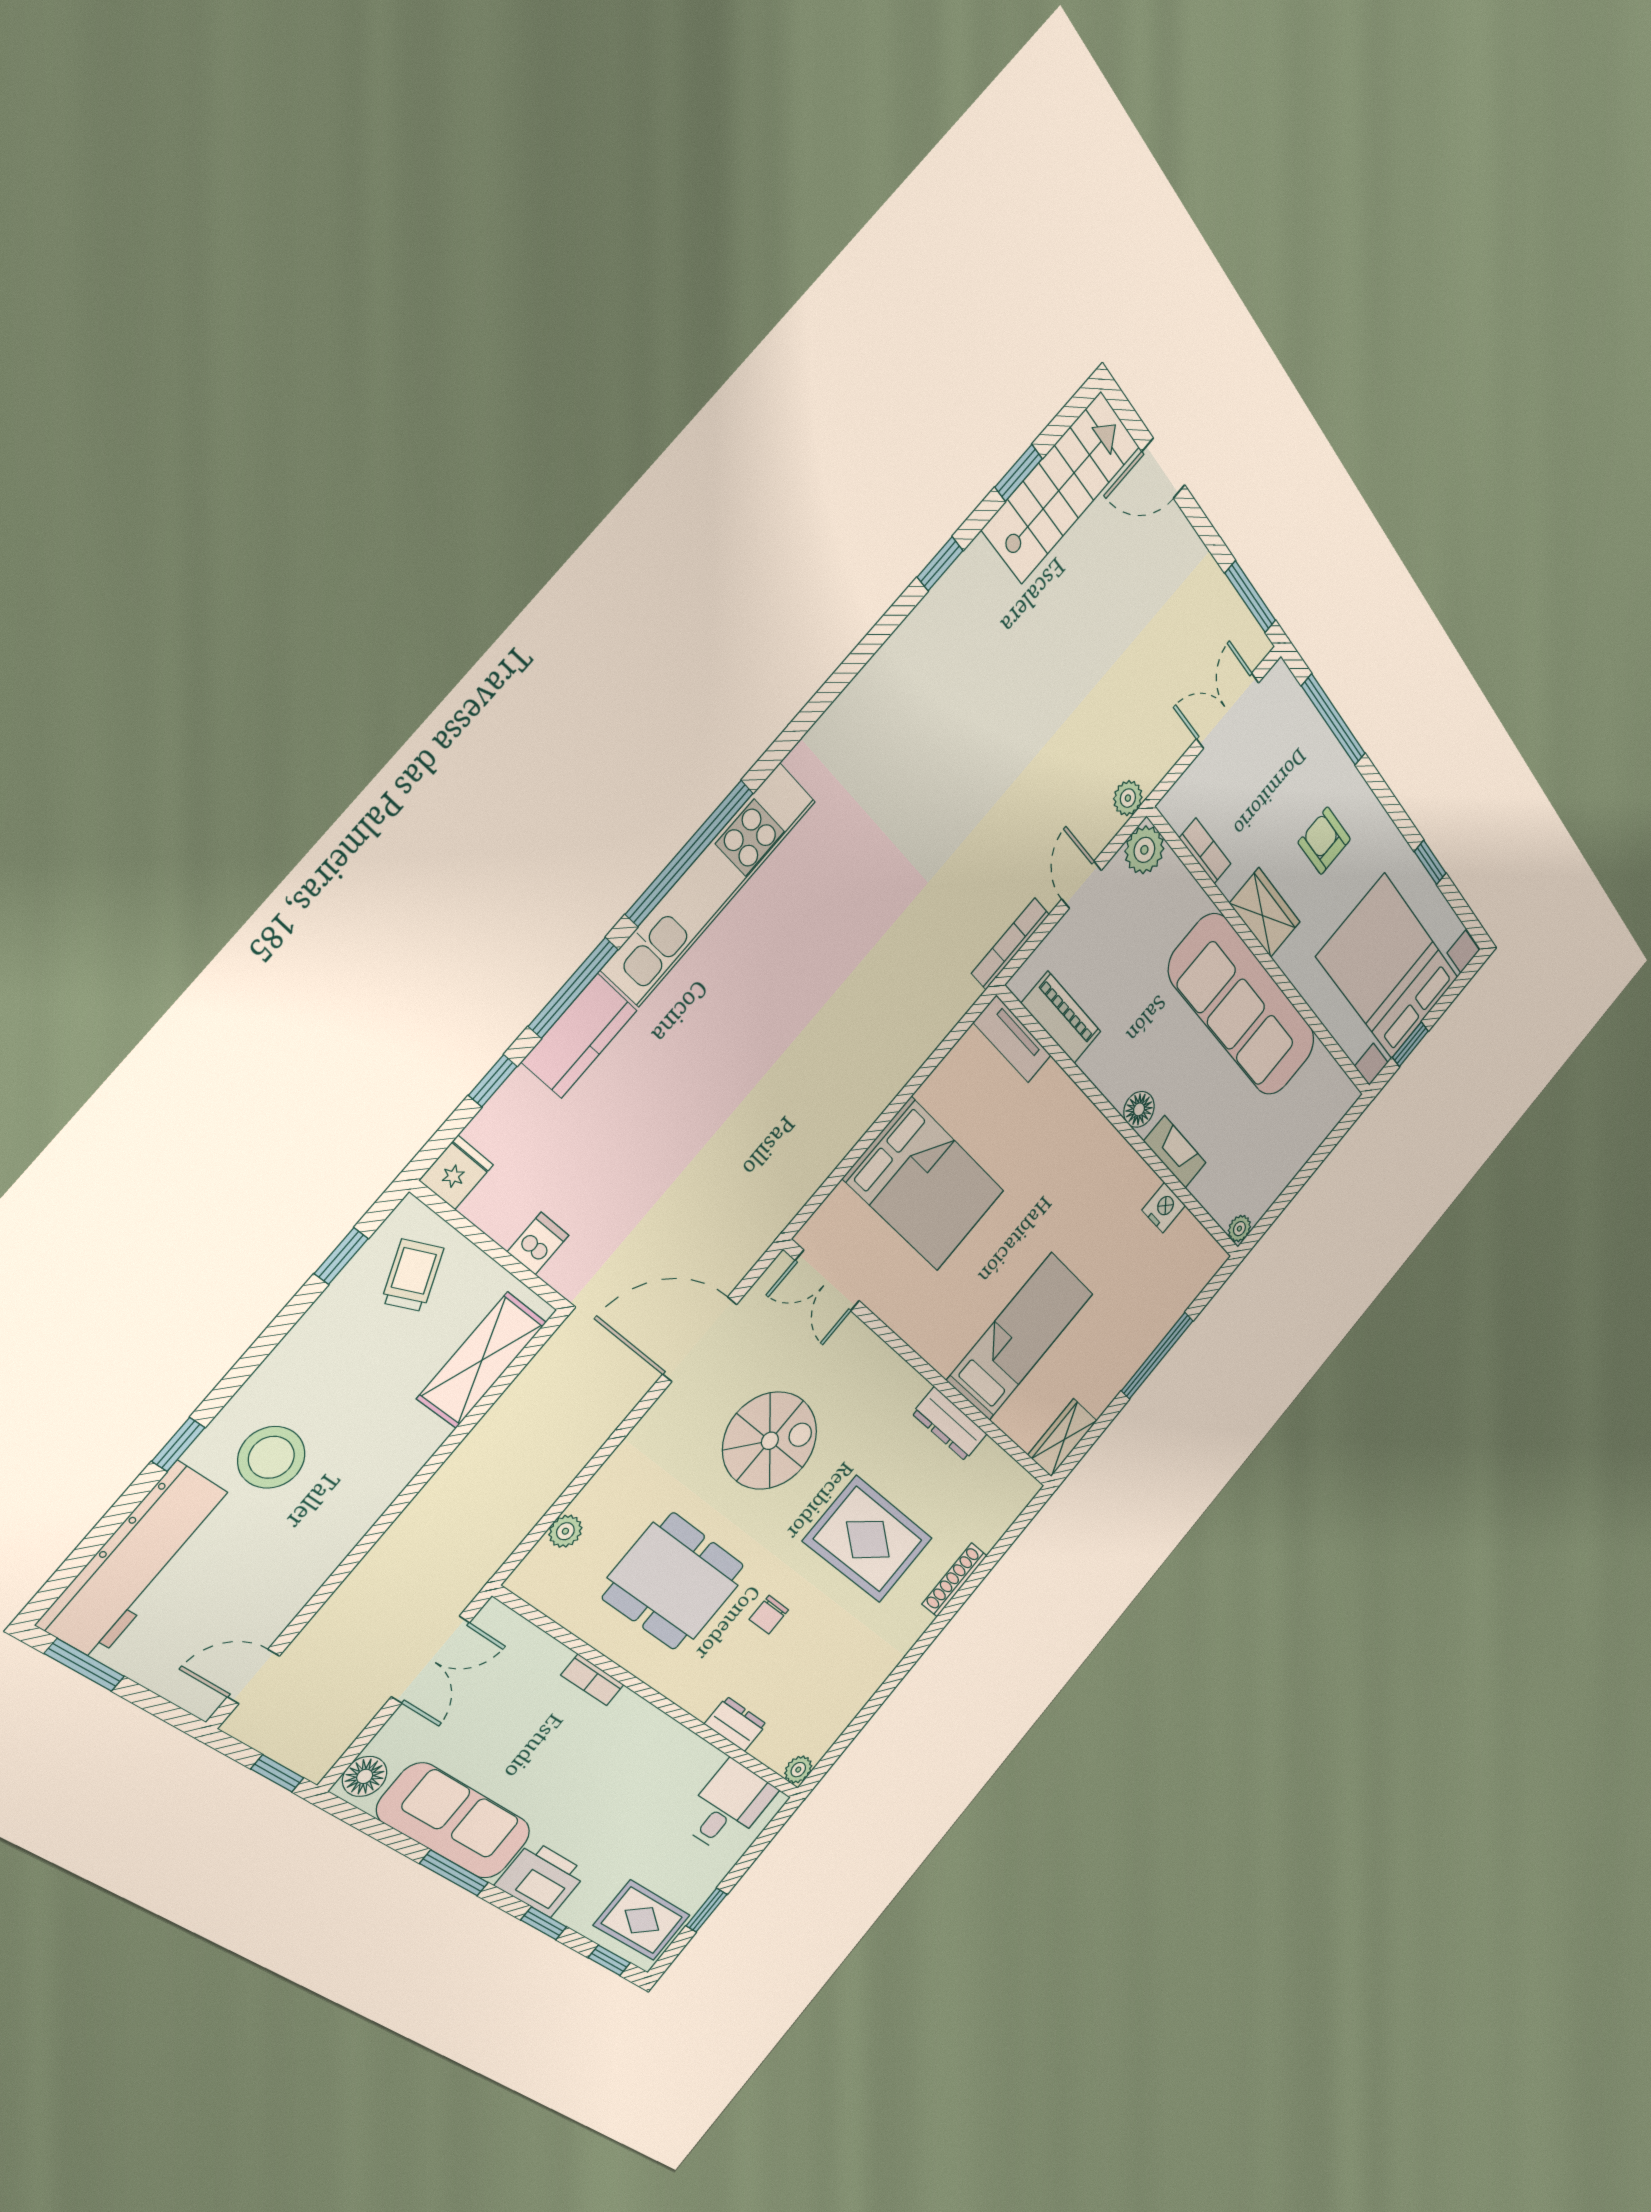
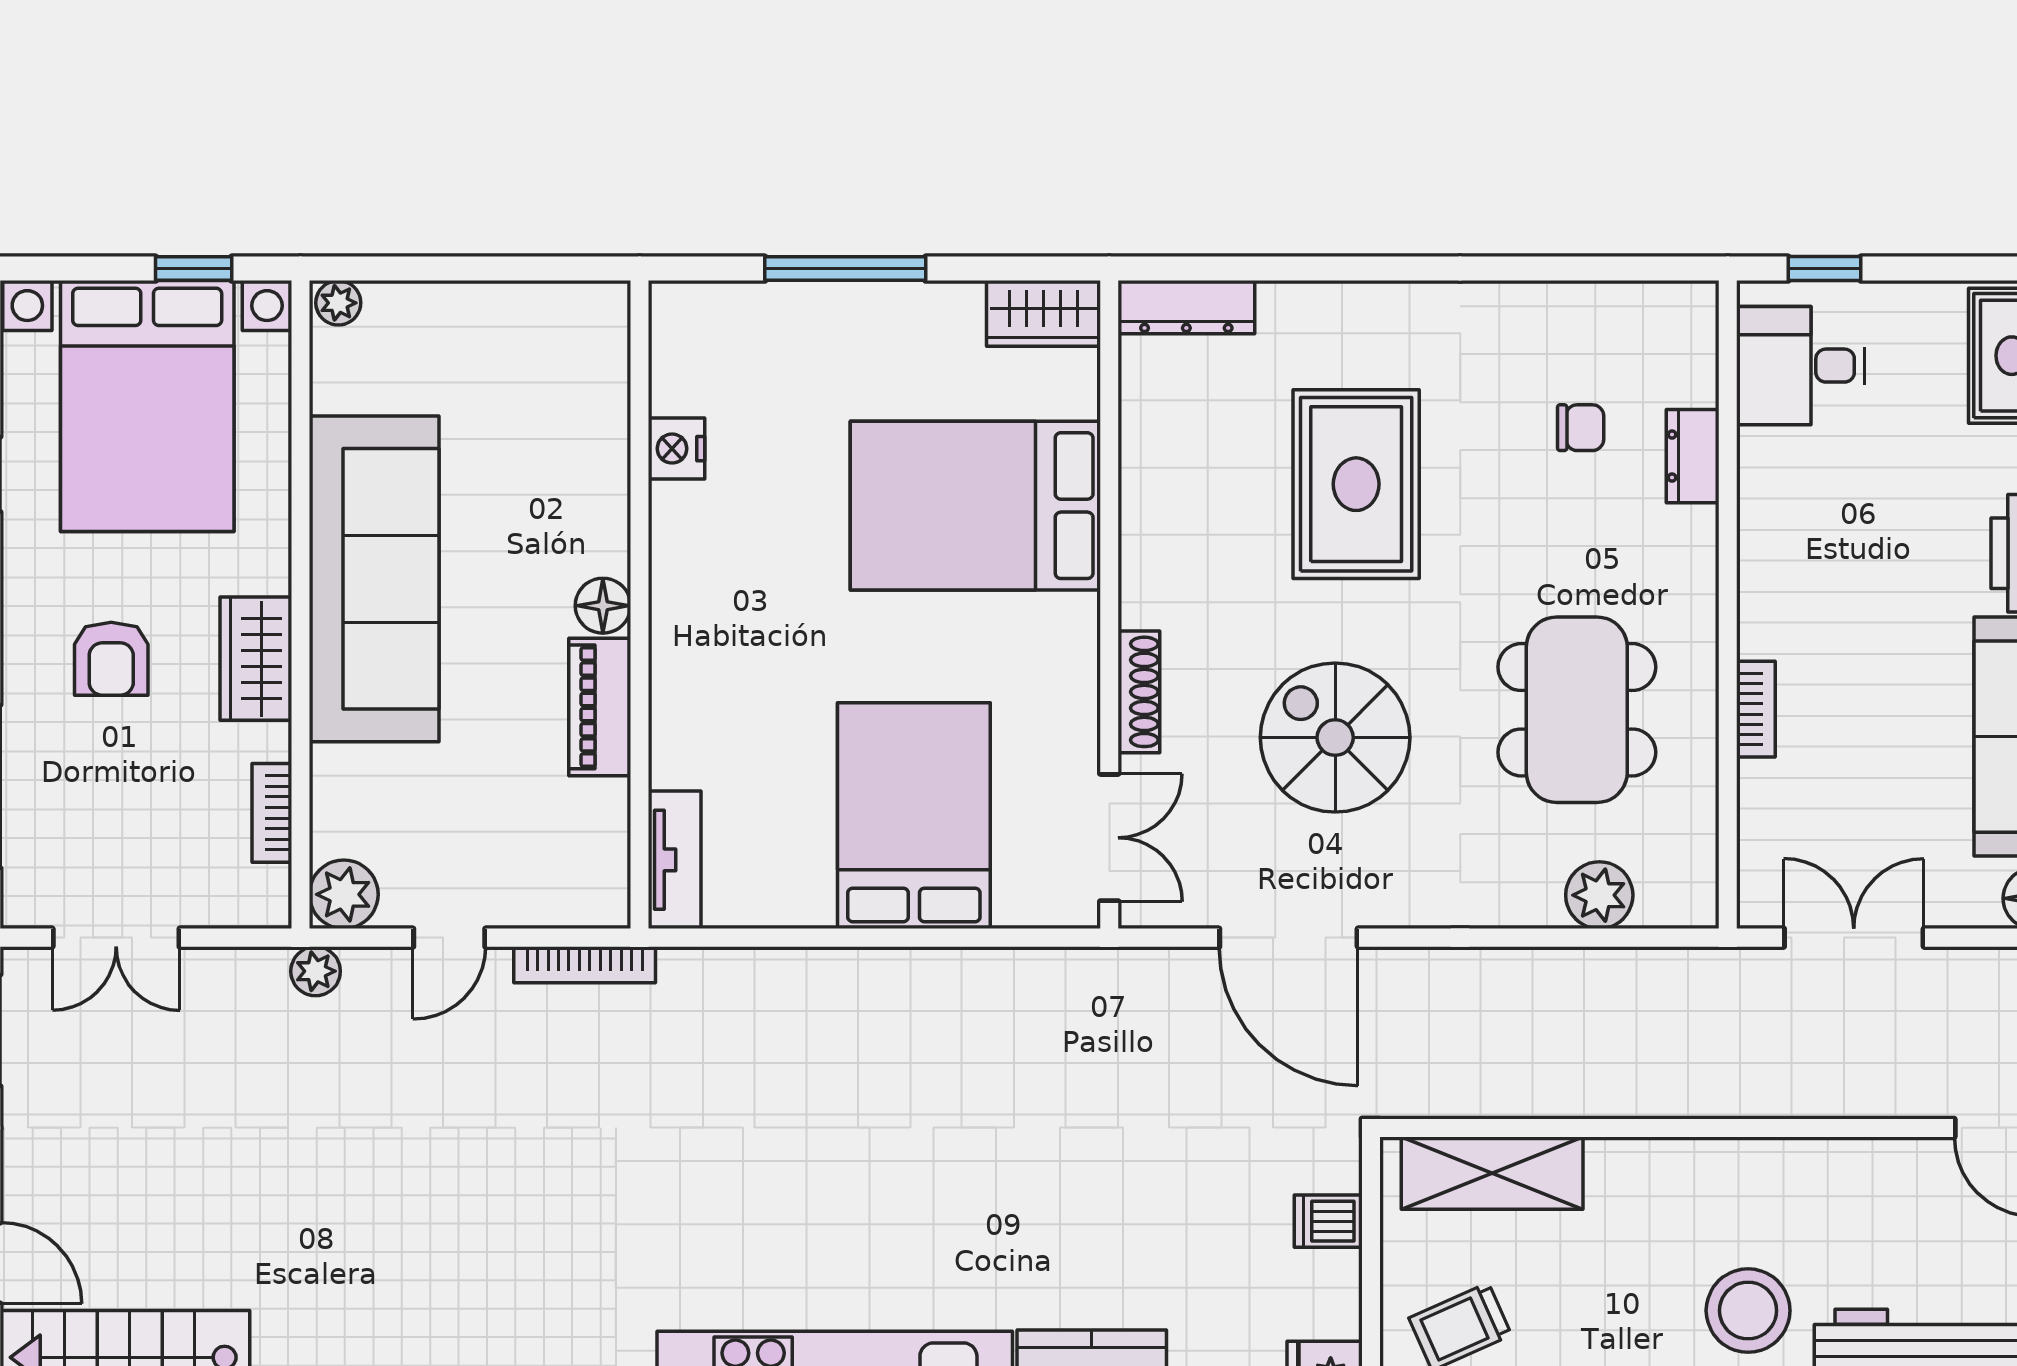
piano: (1061, 1018) -> (600, 707), moved
fireplace: (1175, 1152) -> (605, 501), removed
plant: (1239, 1229) -> (338, 303), moved
bed: (1020, 1337) -> (975, 506), width x1.50
dresser: (950, 1424) -> (1186, 307), moved, turned 90
plant: (565, 1531) -> (1599, 895), width x1.38, depth x1.38
shoe rack: (955, 1580) -> (1139, 692), moved, turned -90
chair: (769, 1615) -> (1581, 428), moved
plant: (798, 1770) -> (1695, 304), removed
window: (706, 1910) -> (1825, 269), moved

